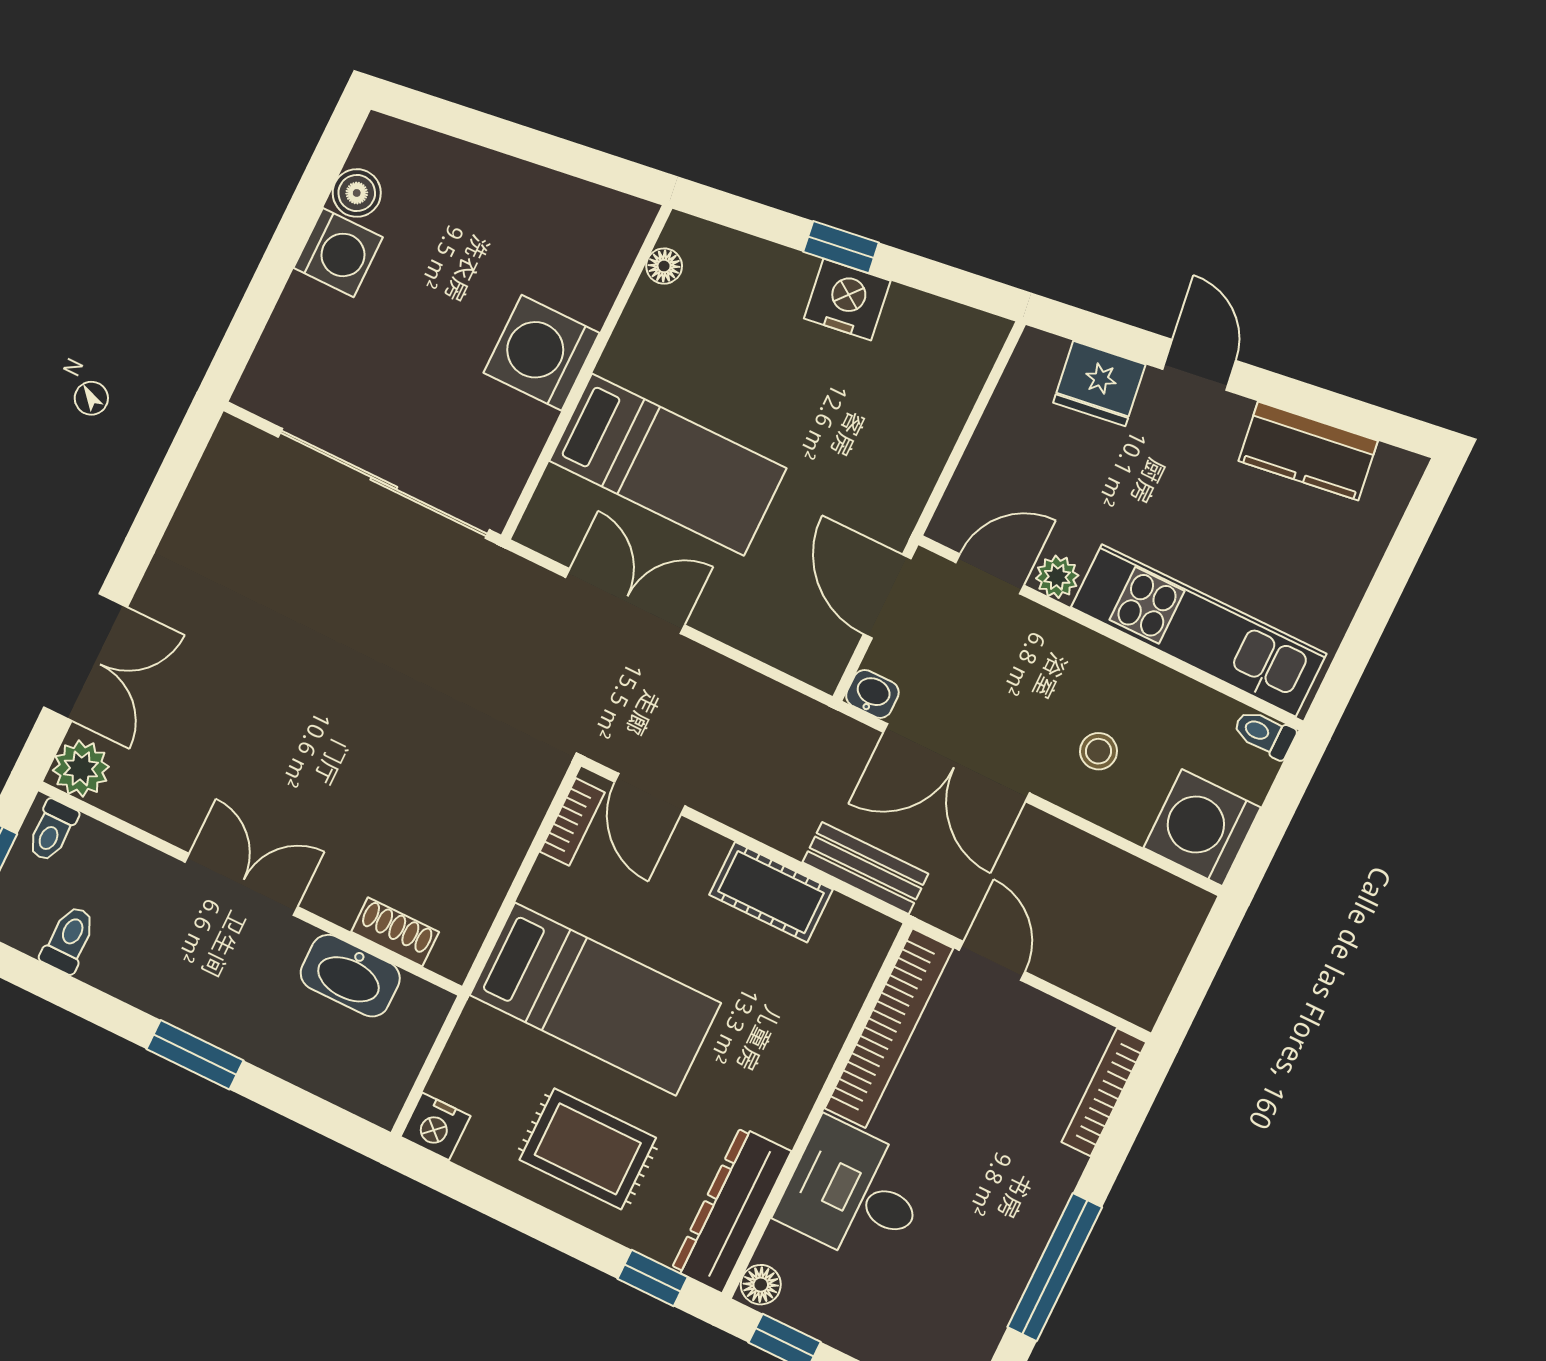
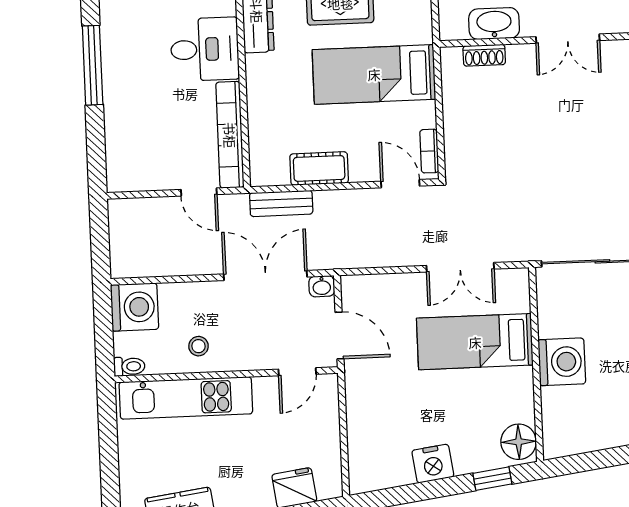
window: (841, 247) -> (492, 479), moved
floor lamp: (664, 266) -> (519, 442), width x1.89, depth x1.89
plant: (1057, 577) -> (265, 387), removed
stool: (1099, 751) -> (198, 346), moved
bookcase: (1104, 1092) -> (114, 159), removed

